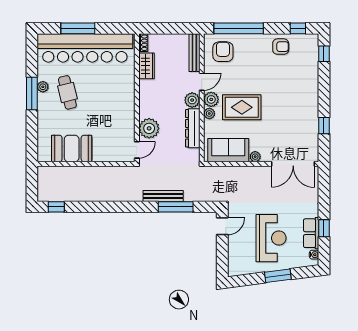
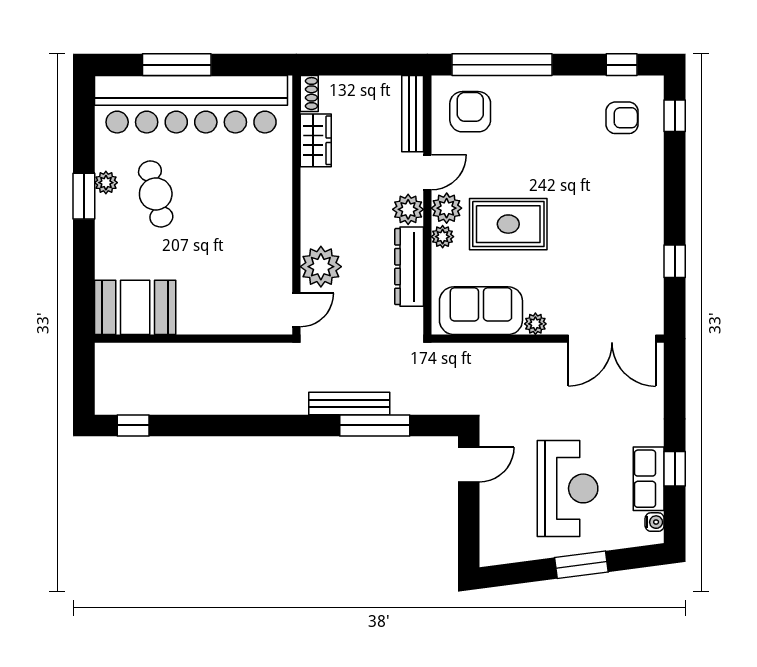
armchair: (281, 47) -> (622, 118), moved
window: (32, 93) -> (84, 196), width x0.69
booth: (72, 148) -> (135, 307), moved

